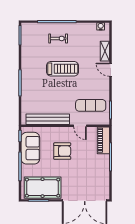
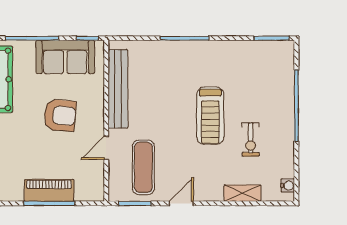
exercise bike: (58, 38) -> (251, 140), moved
door: (110, 70) -> (181, 203), moved
piano: (103, 140) -> (49, 190), moved
armchair: (62, 151) -> (60, 115), turned -85

